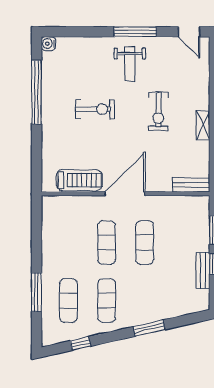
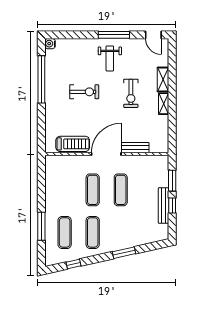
shelving: (202, 92) -> (163, 79), added
bench: (191, 185) -> (135, 148), moved
bench: (203, 270) -> (163, 205), width x1.36

